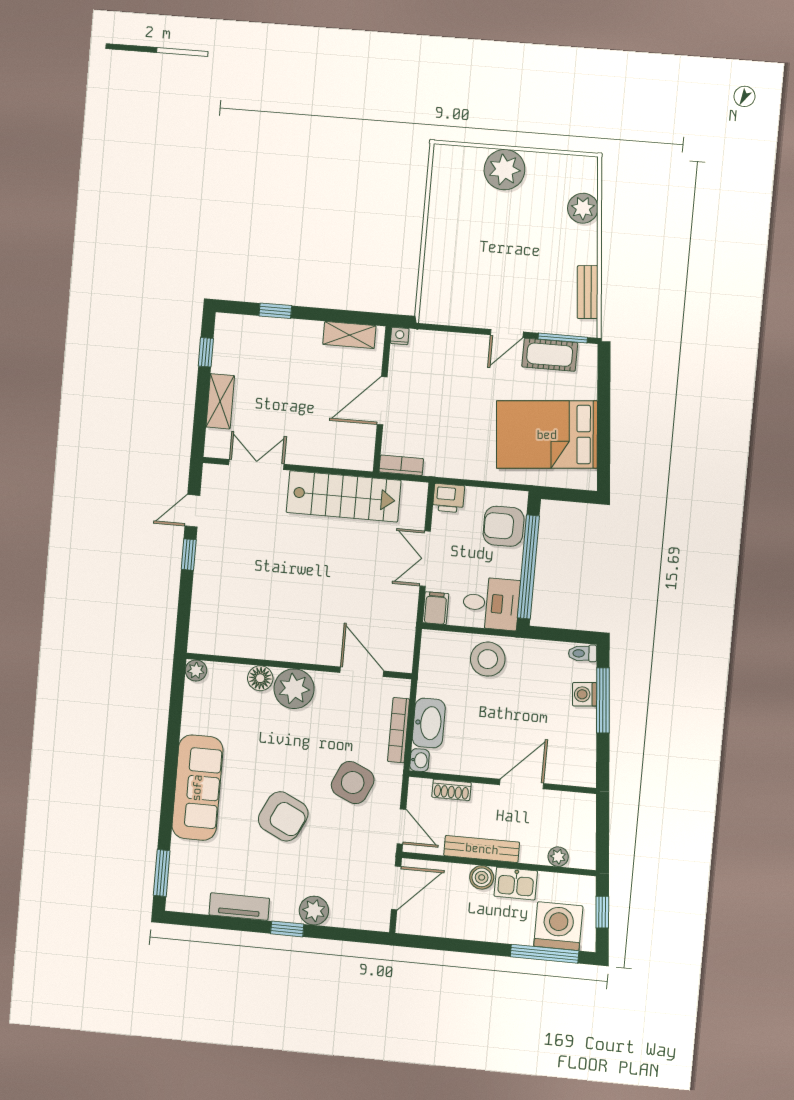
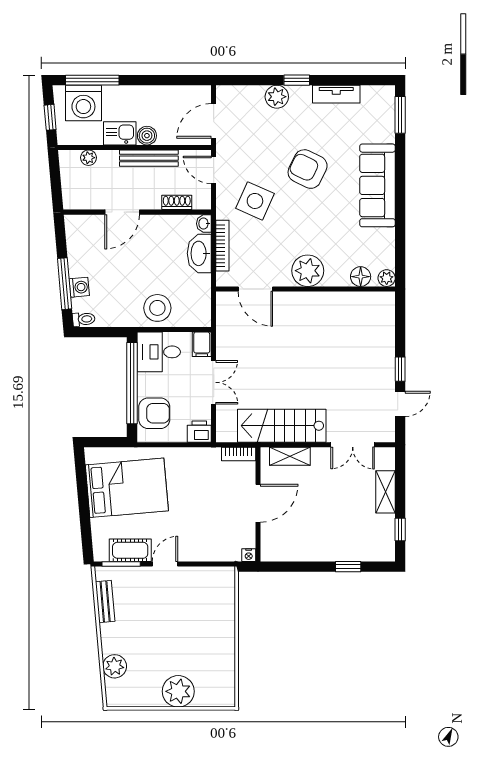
shelving: (349, 335) -> (290, 456), moved
floor lamp: (260, 678) -> (361, 277), moved

